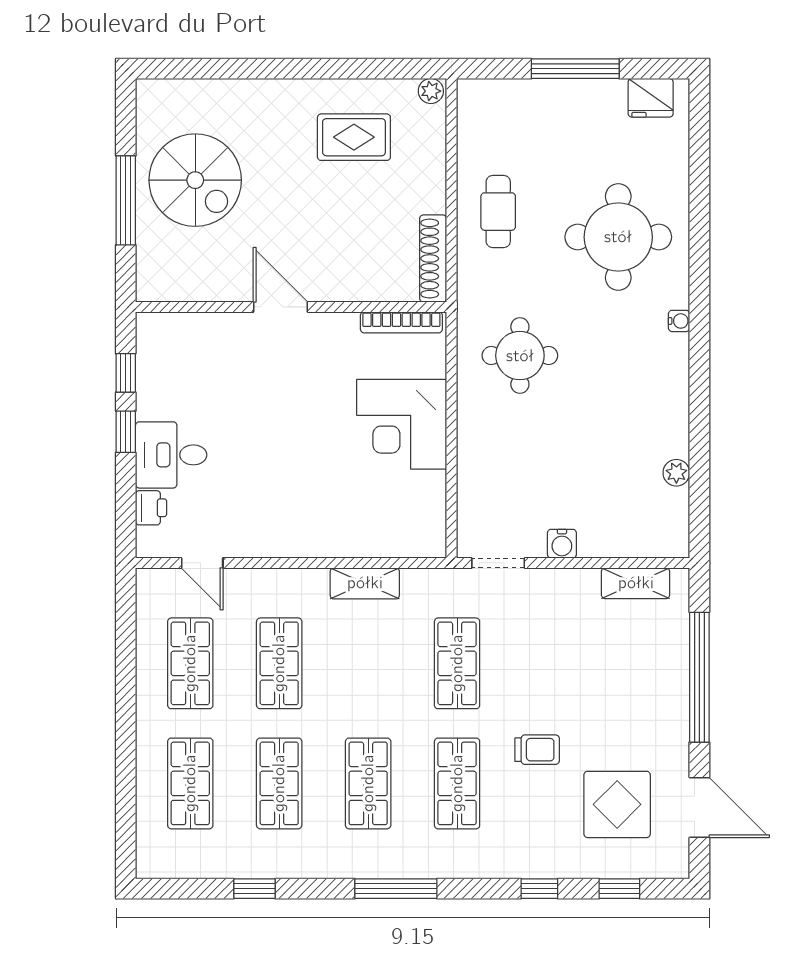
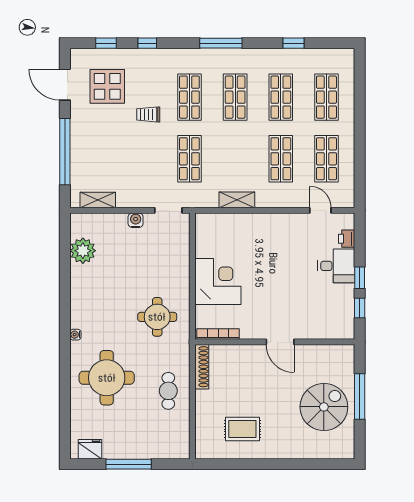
plant: (431, 91) -> (203, 453), removed
spiral stairs: (195, 180) -> (324, 407), turned 90
plant: (676, 473) -> (83, 251), width x1.88, depth x1.88

